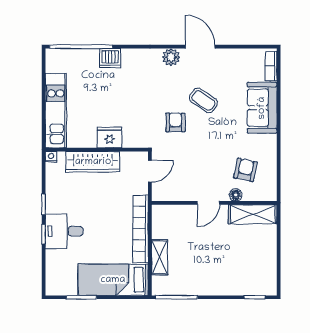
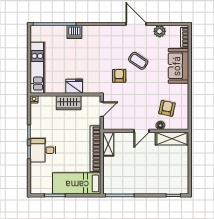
plant: (171, 57) -> (160, 31), moved
wardrobe: (93, 162) -> (69, 103), width x0.67
shelving: (160, 257) -> (108, 144), moved

